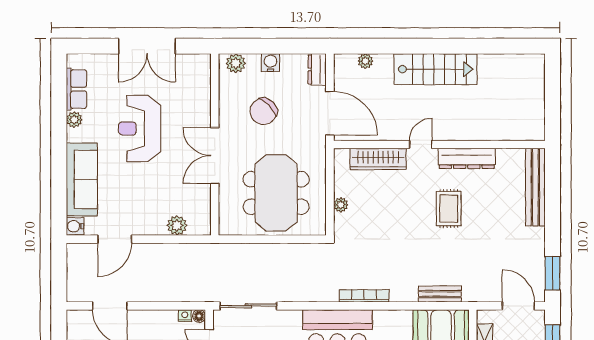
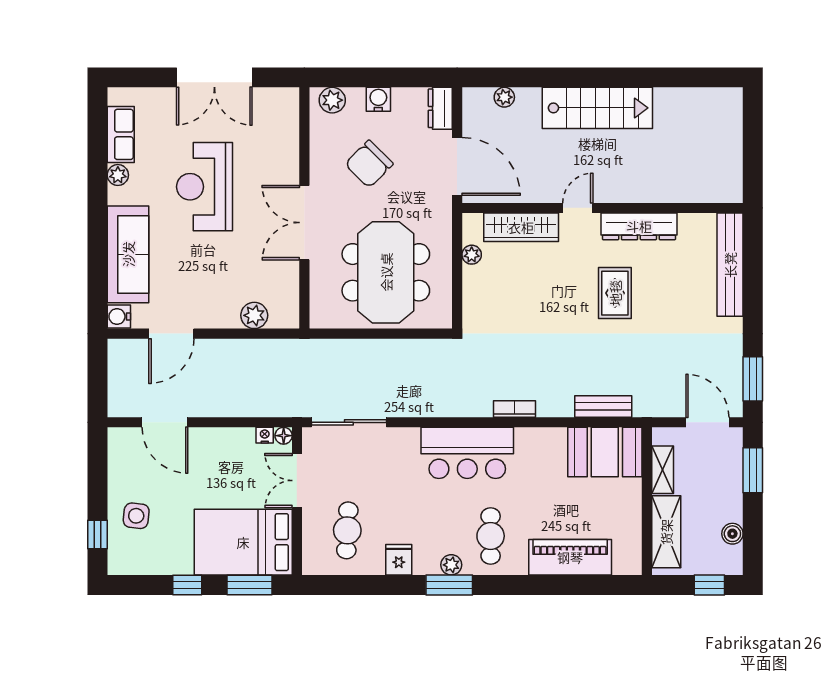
plant: (341, 205) -> (472, 255), moved
bookcase: (364, 296) -> (515, 409), width x0.64

